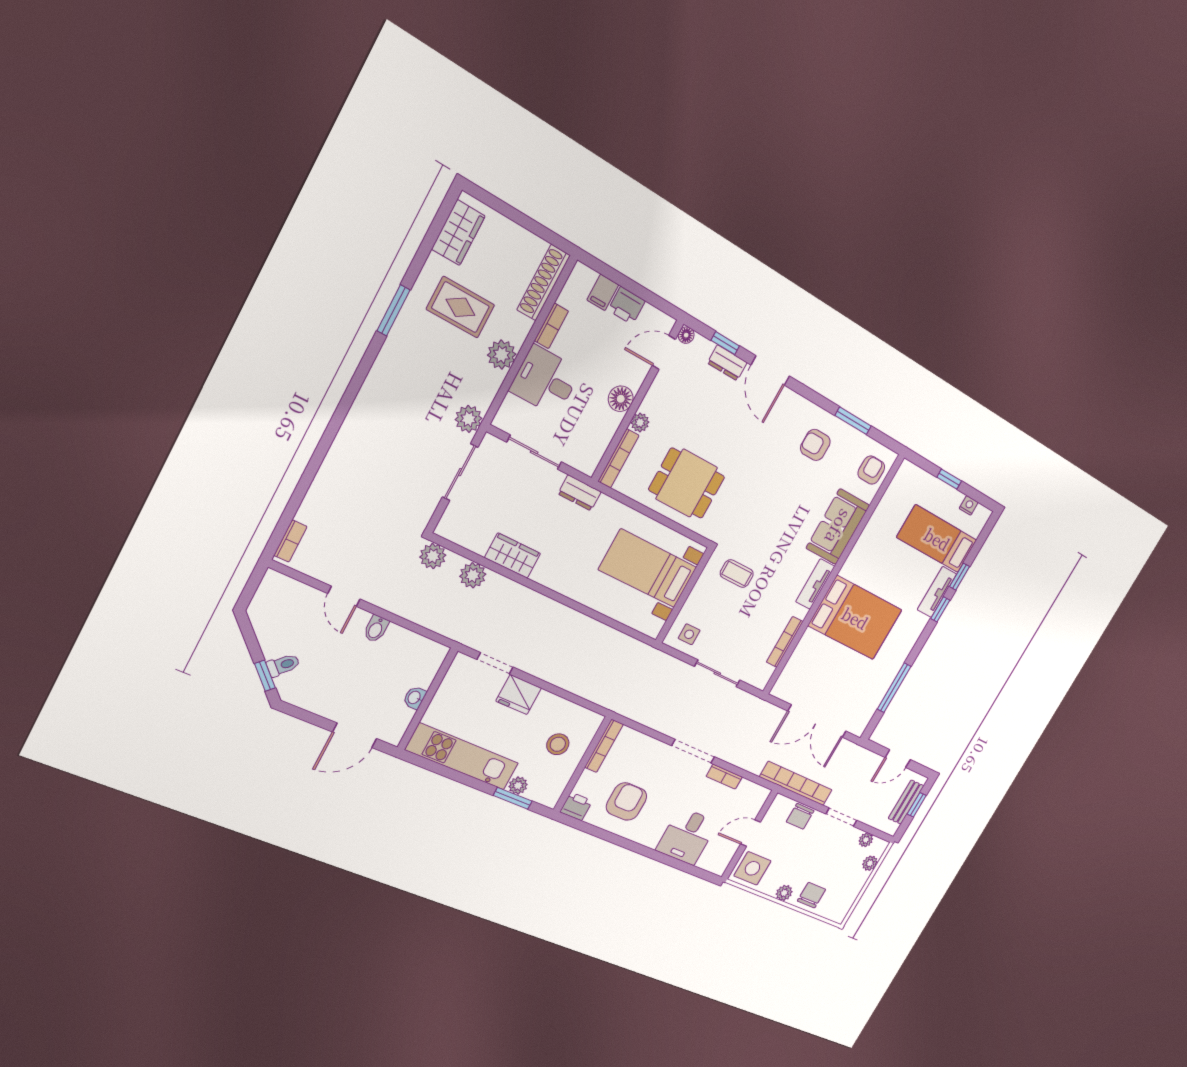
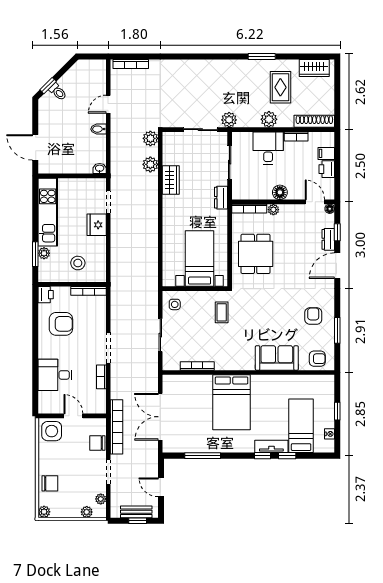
bookcase: (290, 541) -> (131, 64), width x1.56
tv unit: (815, 584) -> (239, 364), removed
washbasin: (415, 698) -> (100, 169), moved
plant: (784, 893) -> (44, 512), moved

